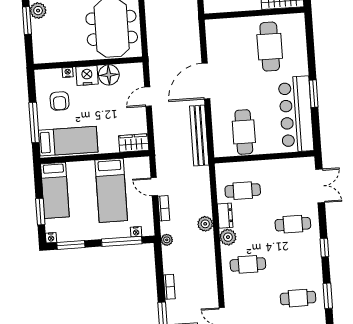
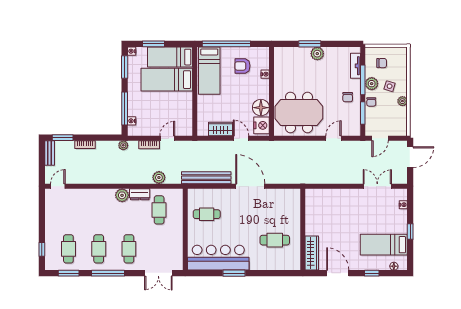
cafe table: (270, 47) -> (275, 240), width x0.73, depth x0.74
nightstand: (87, 76) -> (262, 125), moved
window: (34, 123) -> (226, 44), width x1.46
cafe table: (244, 132) -> (207, 214), width x0.73, depth x0.74
wardrobe: (134, 143) -> (220, 129), moved, turned -90
bed: (111, 190) -> (167, 80), moved
plant: (205, 224) -> (159, 178), moved
window: (324, 248) -> (108, 273), width x2.17
cafe table: (248, 264) -> (99, 249), moved

